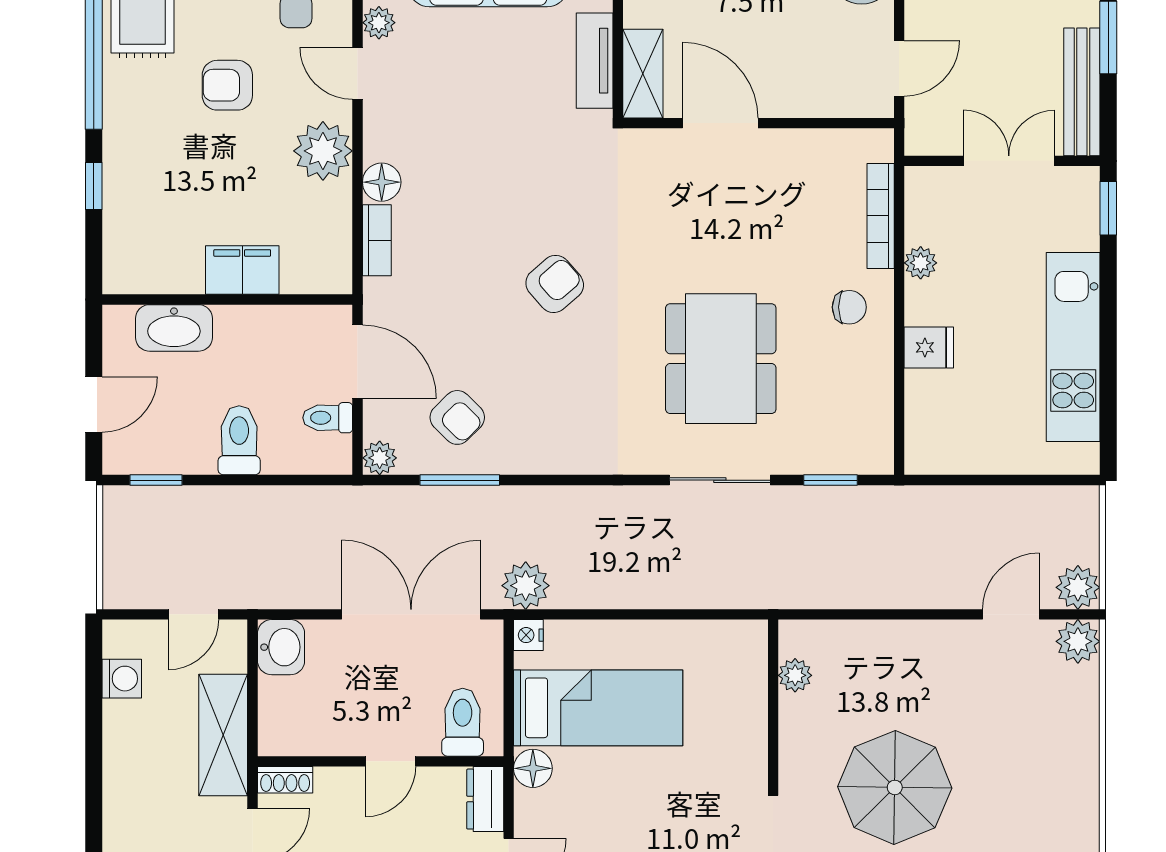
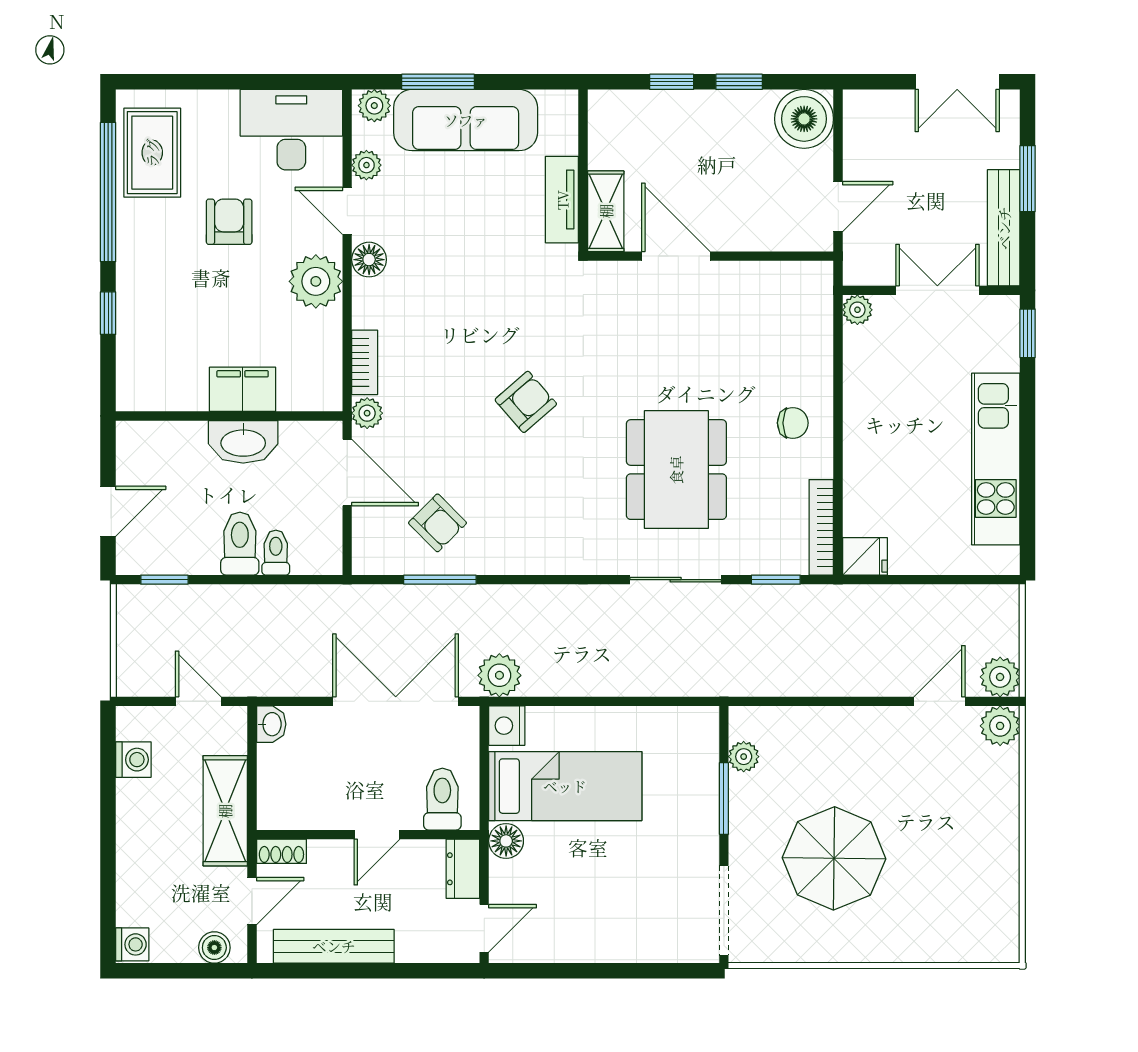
armchair: (227, 85) -> (229, 222), turned 90
floor lamp: (382, 182) -> (369, 260), moved
bookcase: (881, 216) -> (821, 527), moved
plant: (921, 263) -> (857, 310), moved
washbasin: (174, 328) -> (243, 442), moved
fridge: (929, 347) -> (865, 556), moved
toilet: (328, 418) -> (276, 553), moved, turned 90
plant: (380, 458) -> (367, 413), moved
door: (193, 614) -> (198, 701), swing flipped
nightstand: (528, 635) -> (507, 726), width x1.39, depth x1.35
washbasin: (281, 647) -> (271, 724), width x0.72, depth x0.69
window: (773, 722) -> (724, 799), added

